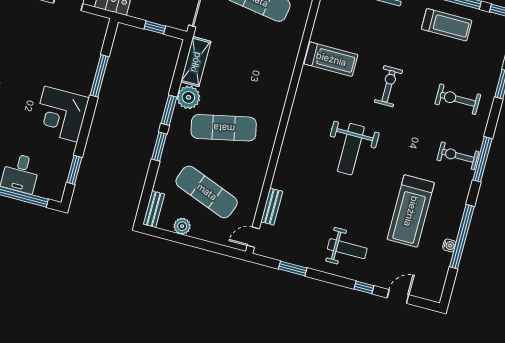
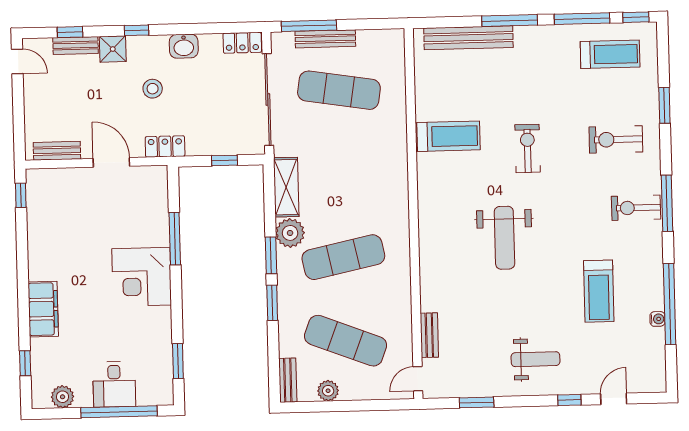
treadmill: (447, 25) -> (610, 54), moved
corner desk: (61, 114) -> (142, 277), moved
treadmill: (411, 211) -> (599, 291), width x0.73, depth x0.73

